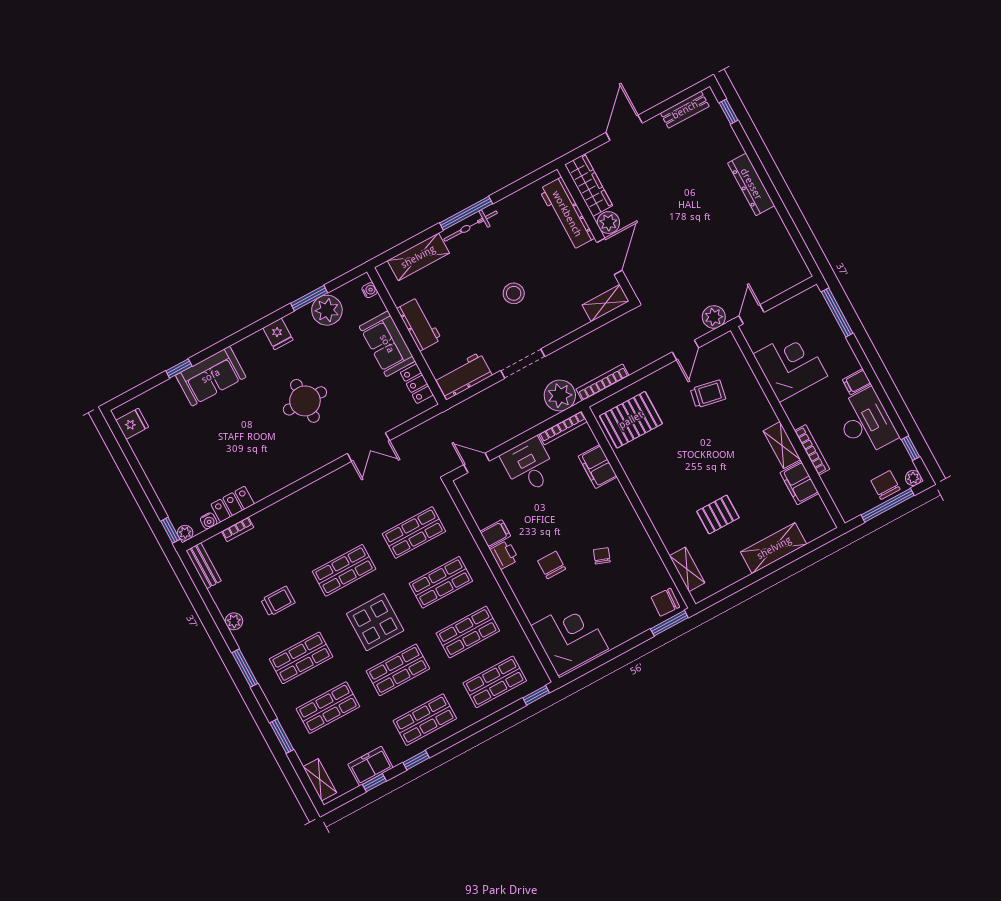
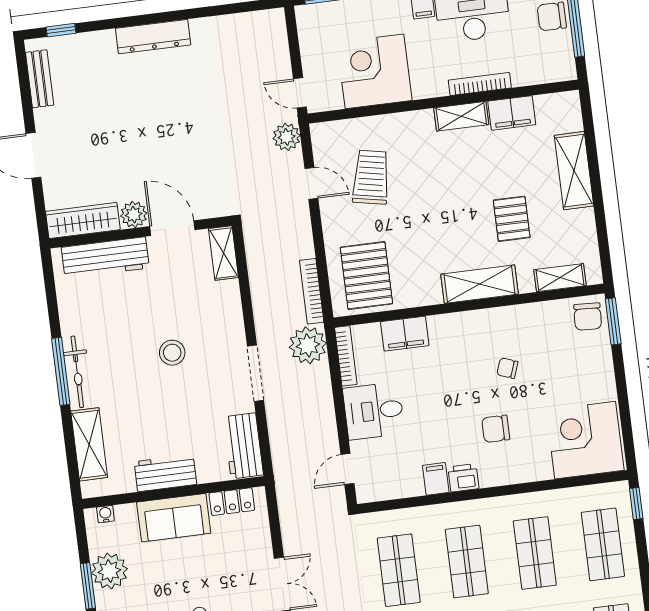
trolley: (708, 394) -> (371, 177), width x1.36, depth x1.39
shelving: (658, 509) -> (479, 284), added

